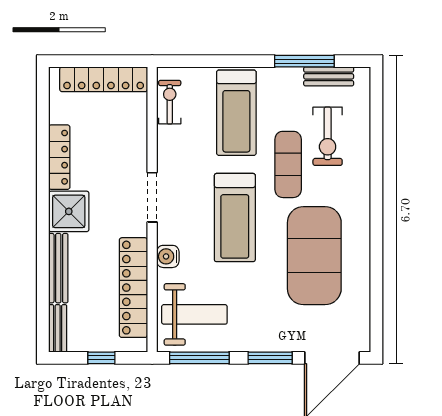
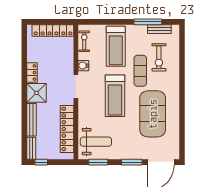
locker: (59, 157) -> (32, 73), width x0.66
water cooler: (168, 256) -> (83, 66), moved
window: (101, 358) -> (41, 162), moved
window: (199, 358) -> (98, 162), width x0.69

